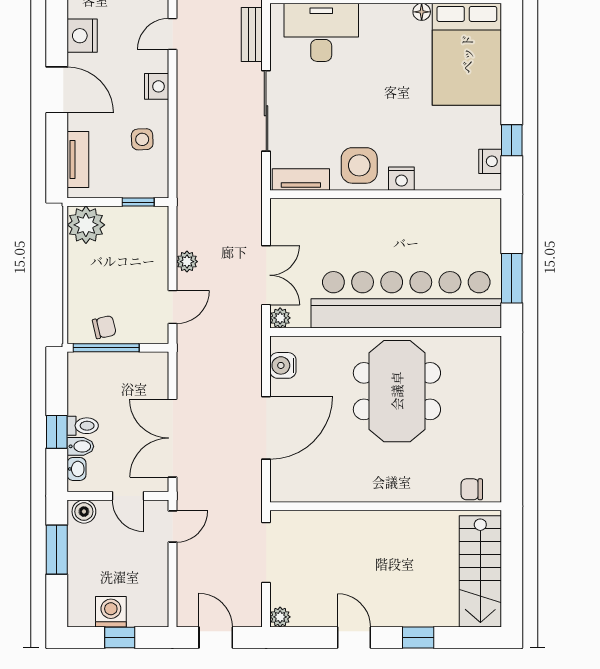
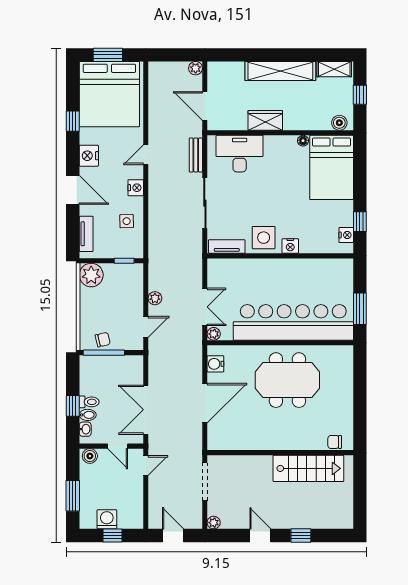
meeting table: (397, 391) -> (287, 380), turned 90
window: (57, 550) -> (73, 496), moved
stairs: (480, 571) -> (308, 468), moved, turned -90

